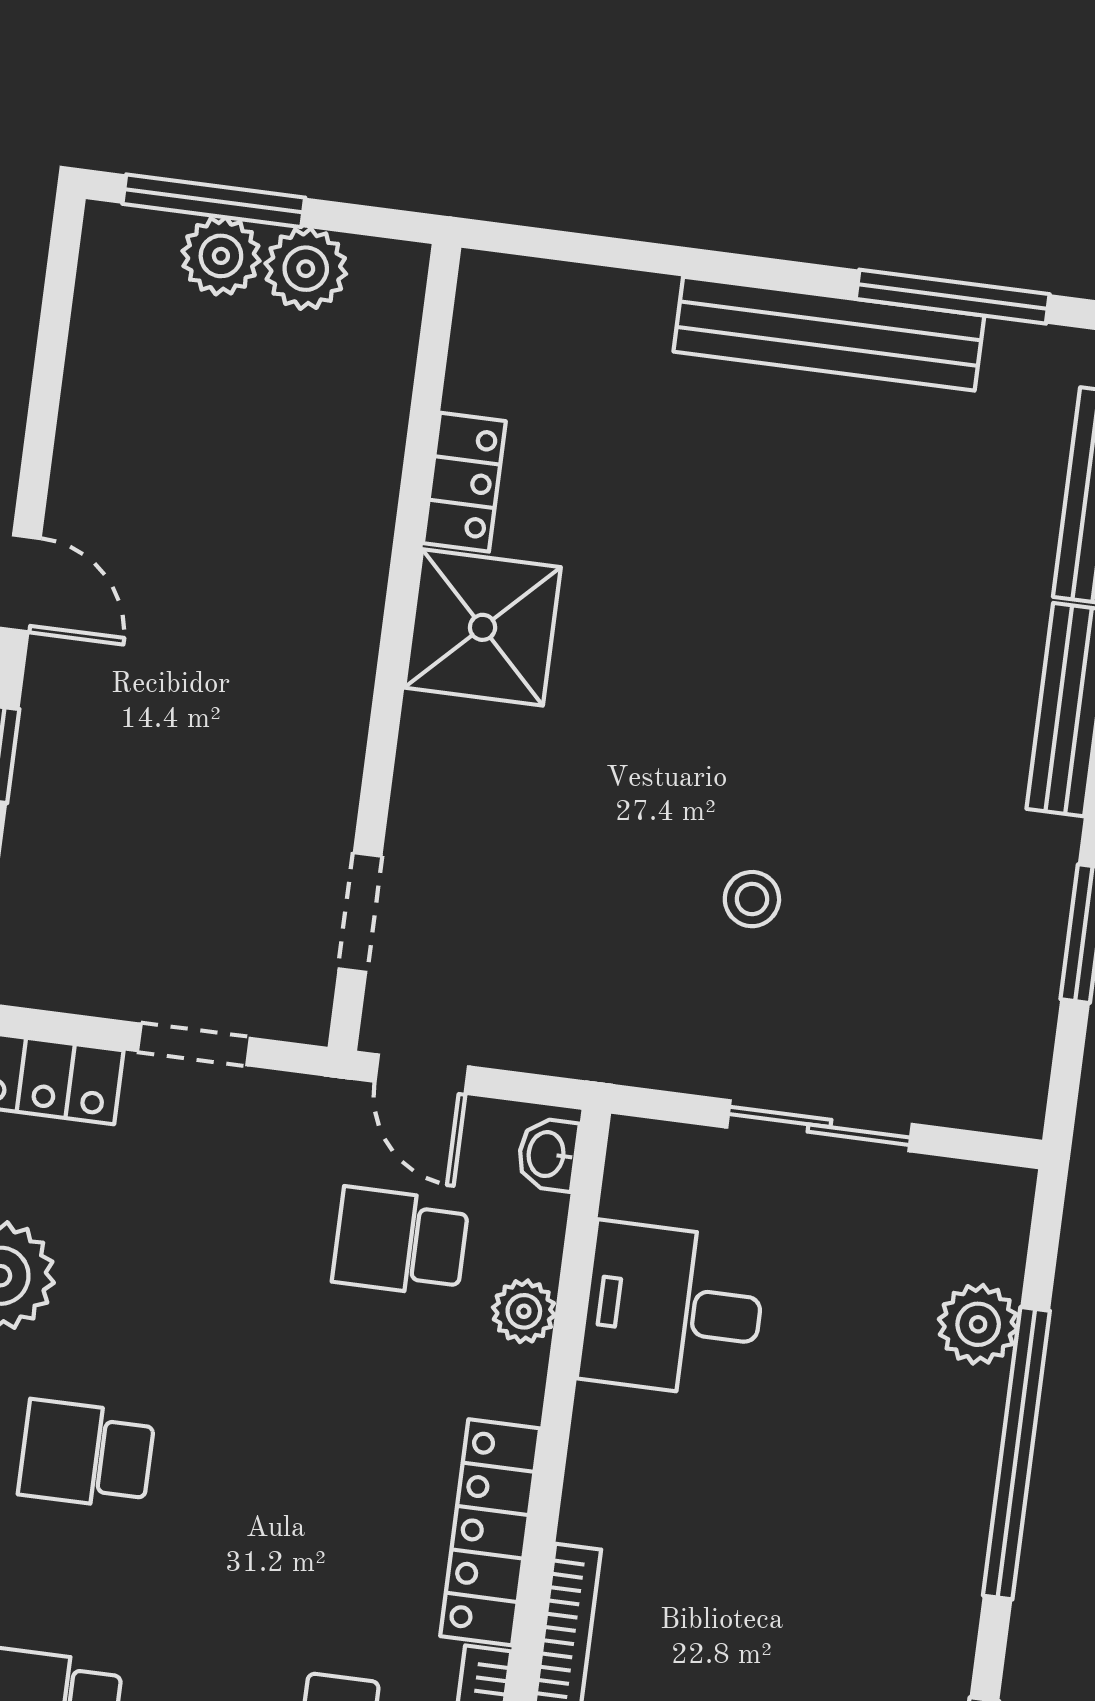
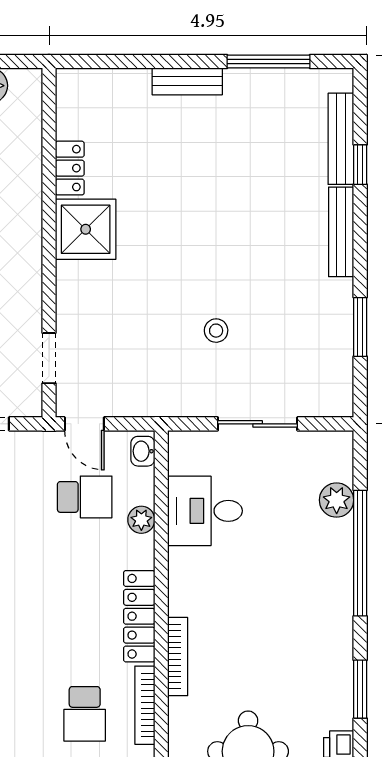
bench: (829, 334) -> (187, 81), width x0.54, depth x0.82
school desk: (400, 1242) -> (85, 497), turned 180

